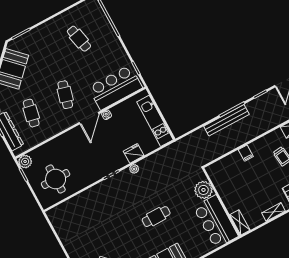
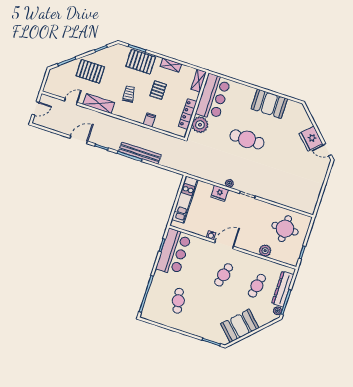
bar counter: (115, 87) -> (174, 252), moved, turned -90
plant: (25, 162) -> (265, 251), moved
pallet: (263, 183) -> (158, 90), added
locker: (221, 188) -> (188, 114), added
cafe table: (156, 217) -> (247, 139), width x1.37, depth x1.35

